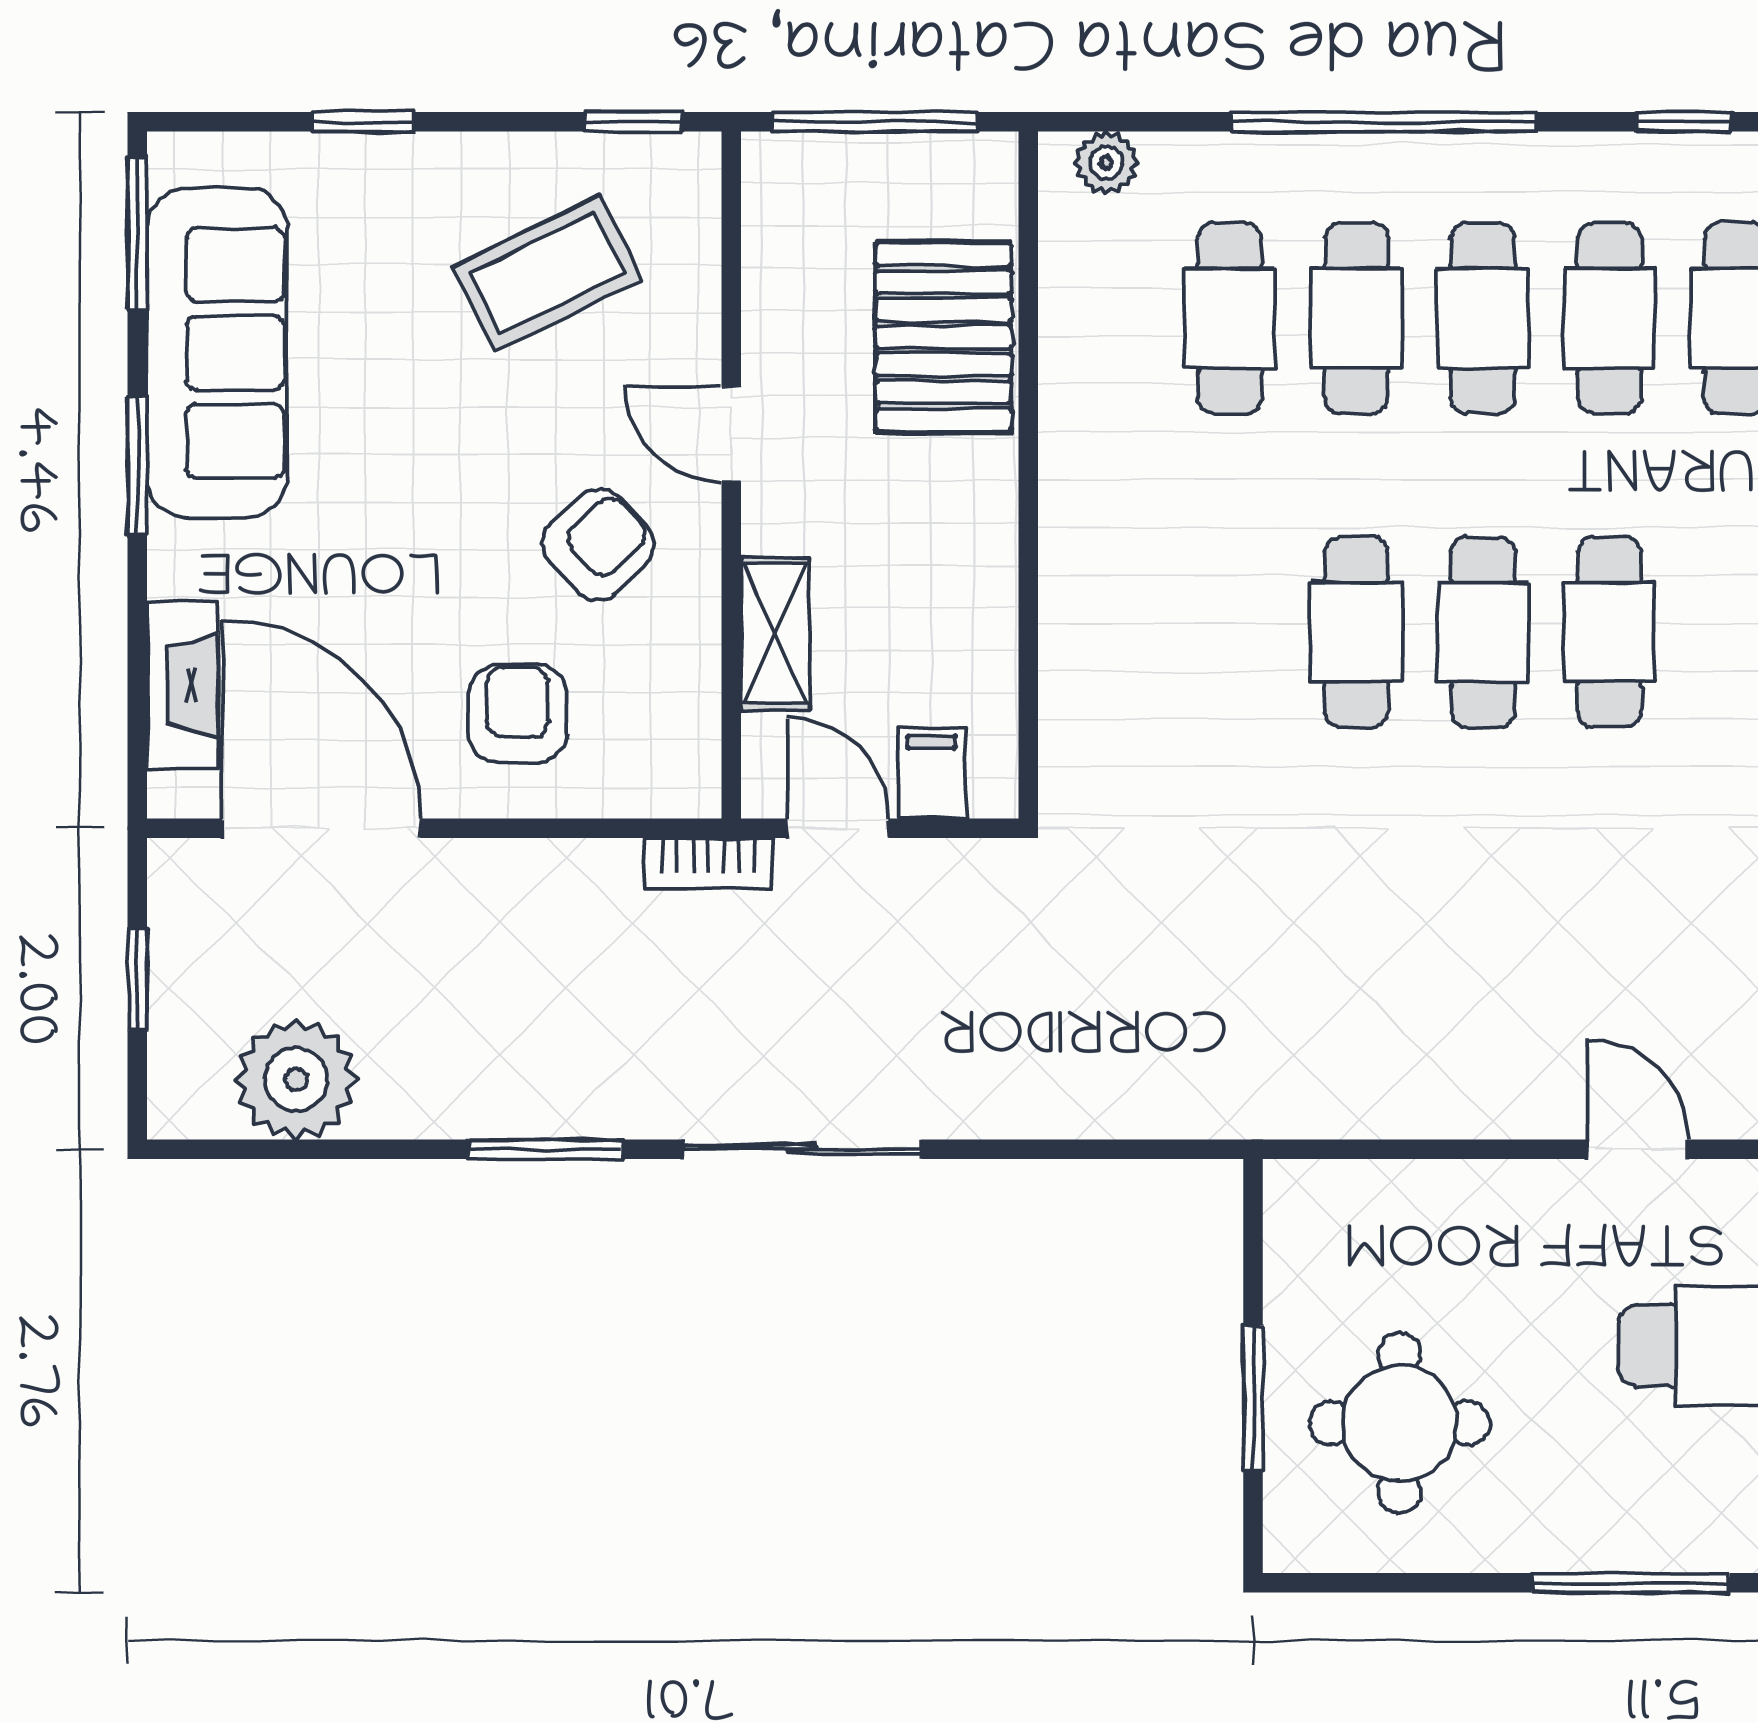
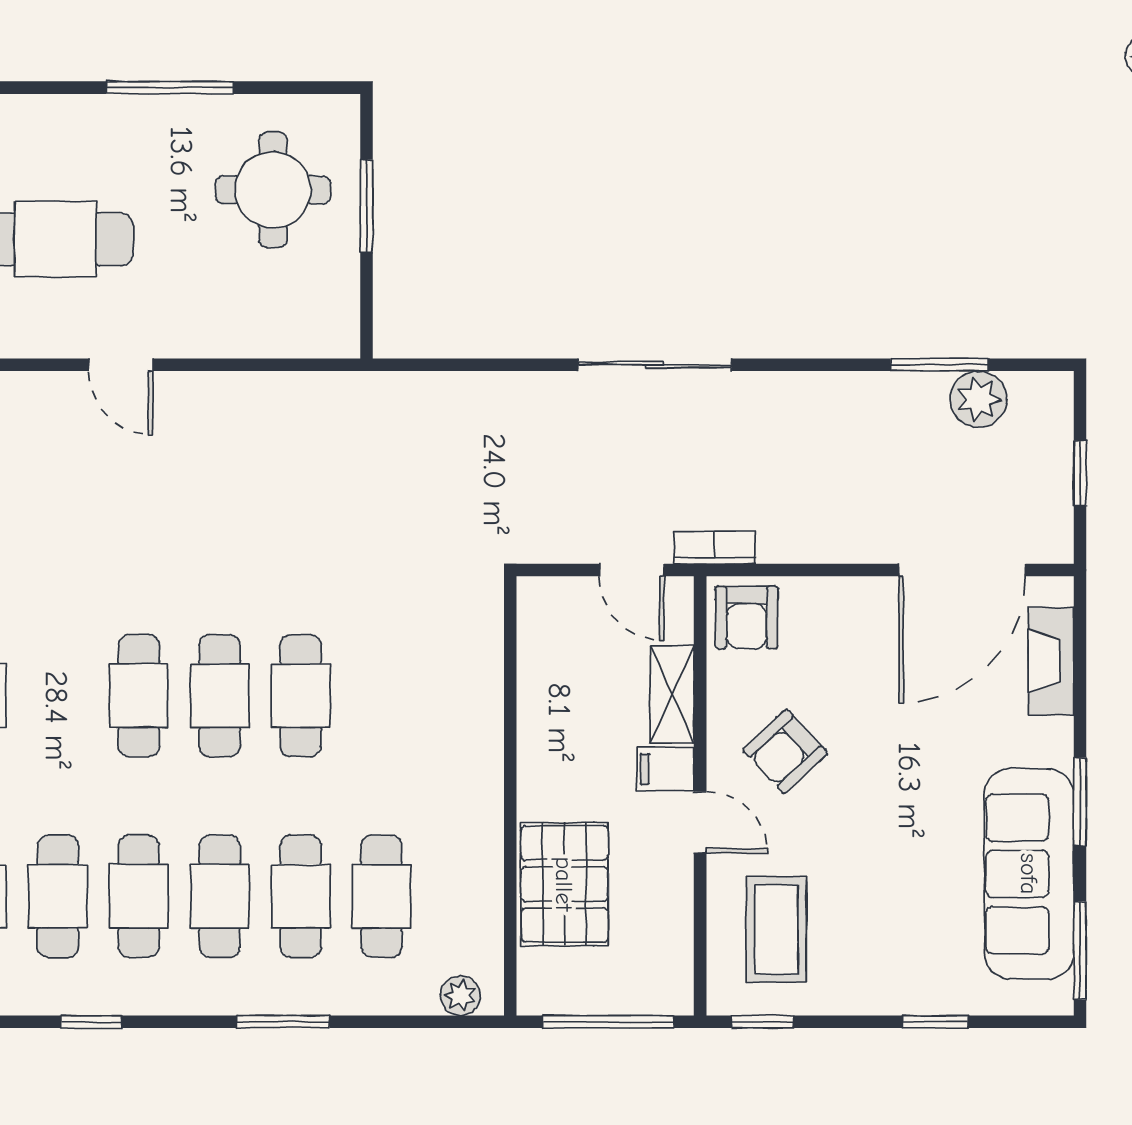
window: (1384, 122) -> (283, 1022), width x0.47
coffee table: (547, 273) -> (776, 930), moved, turned -64
armchair: (518, 714) -> (747, 617), moved
filing cabinet: (932, 773) -> (665, 769), moved, turned 90
door: (321, 828) -> (962, 570), hinge flipped
plant: (296, 1079) -> (979, 399), width x0.73, depth x0.73
window: (546, 1149) -> (940, 365), moved
window: (1631, 1583) -> (170, 88), moved

